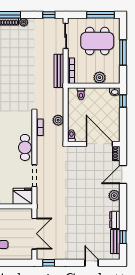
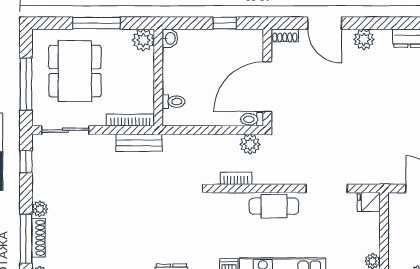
window: (100, 15) -> (26, 84), moved
bench: (59, 71) -> (139, 143), width x0.73
plant: (100, 78) -> (143, 40), moved
window: (123, 101) -> (225, 23), moved
plant: (58, 120) -> (250, 144), moved
door: (99, 144) -> (267, 87), moved
fridge: (23, 196) -> (369, 202), width x0.53, depth x0.75

